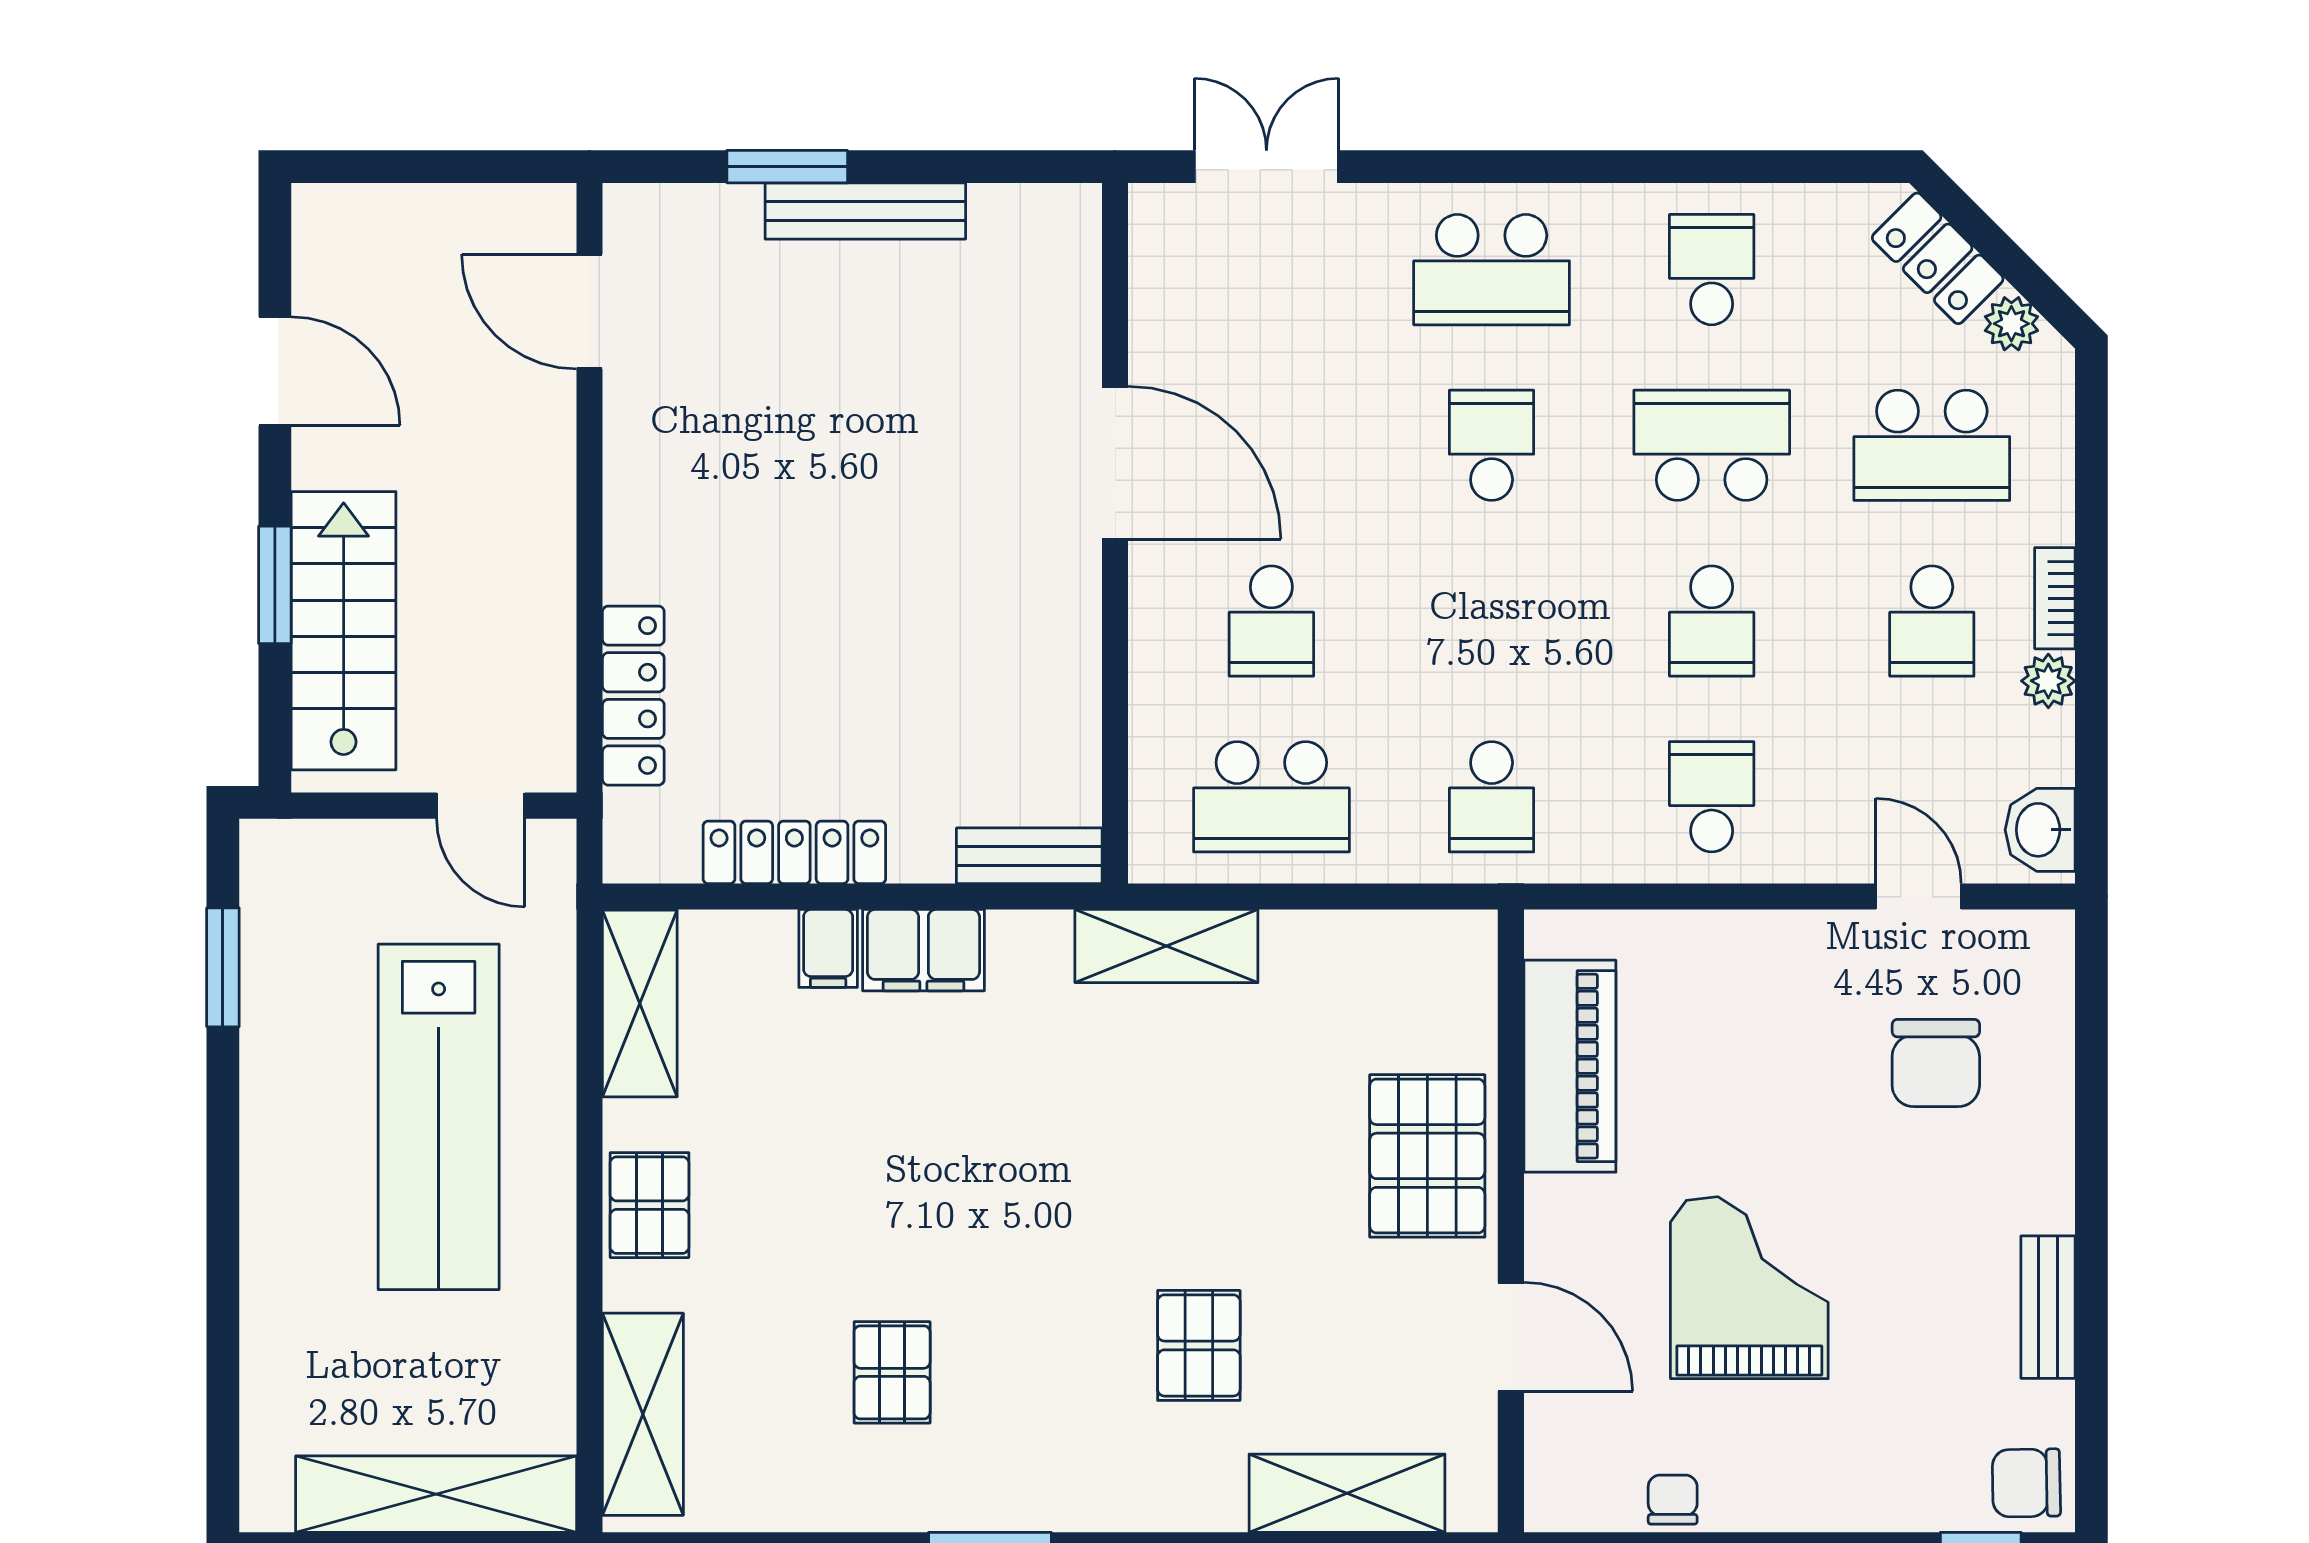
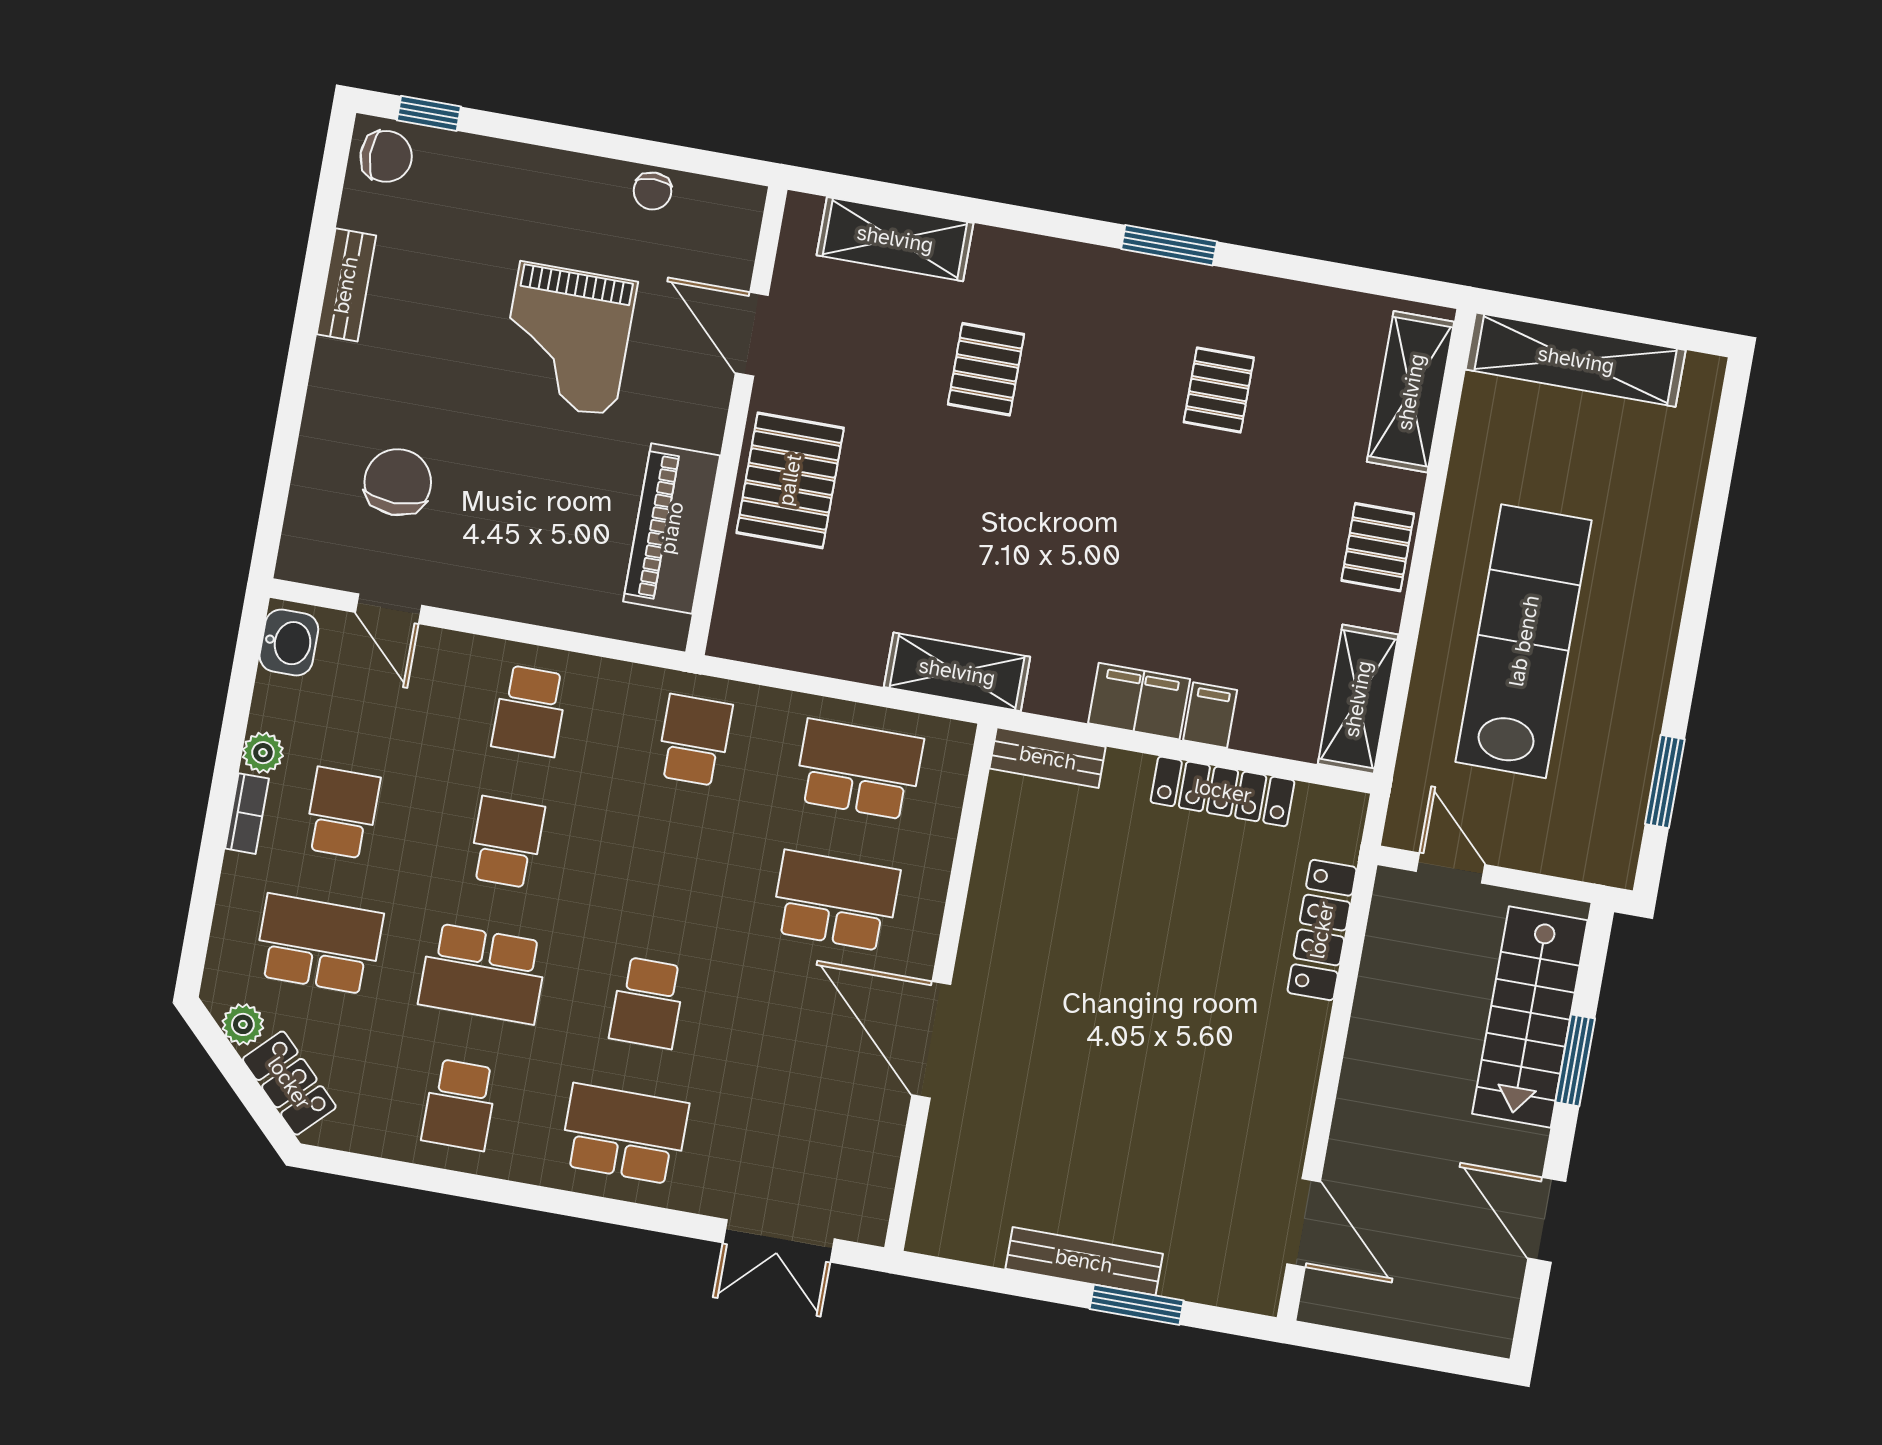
school desk: (1271, 621) -> (835, 901), width x1.85

